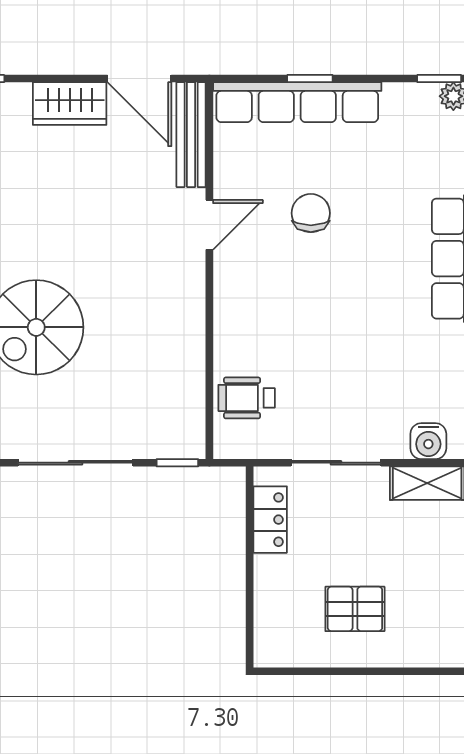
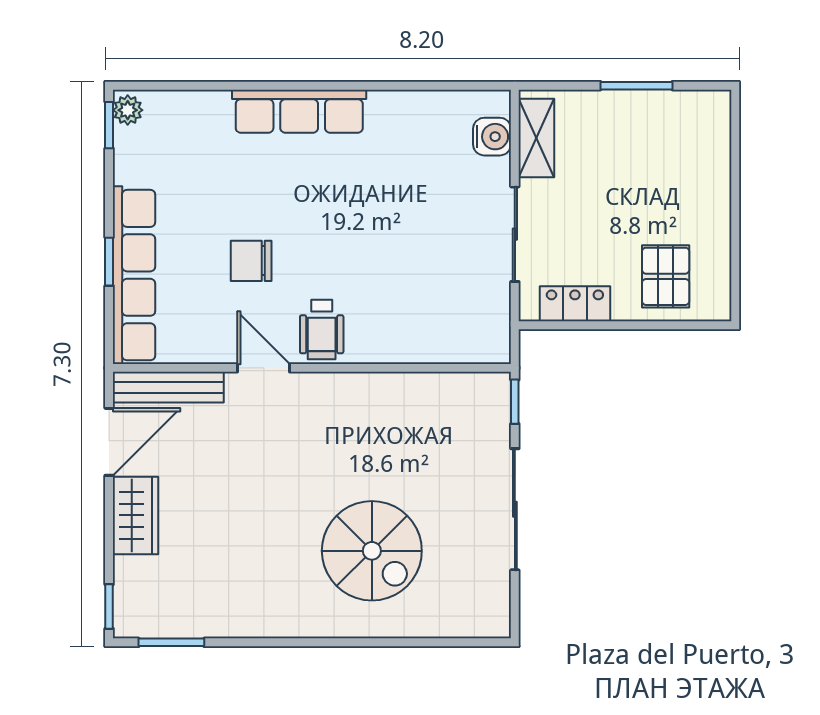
wheelchair: (247, 398) -> (322, 329), moved
pallet: (355, 609) -> (666, 276), moved

